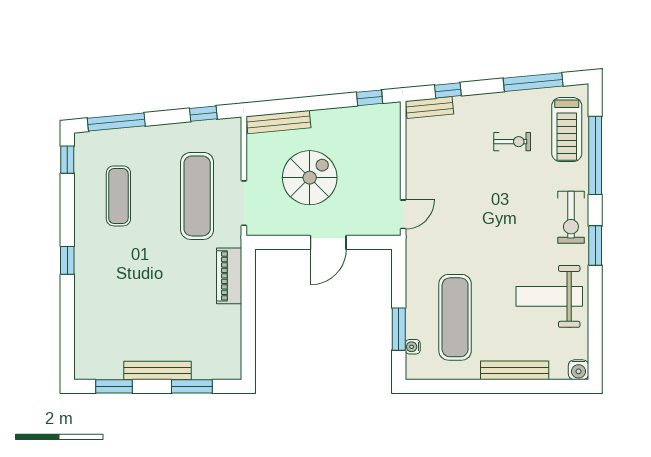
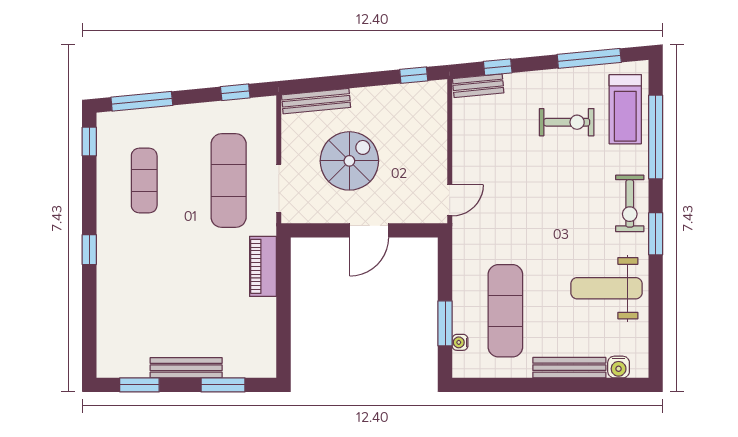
exercise bike: (512, 142) -> (567, 122), width x1.38, depth x1.39
water cooler: (578, 370) -> (619, 367), moved

